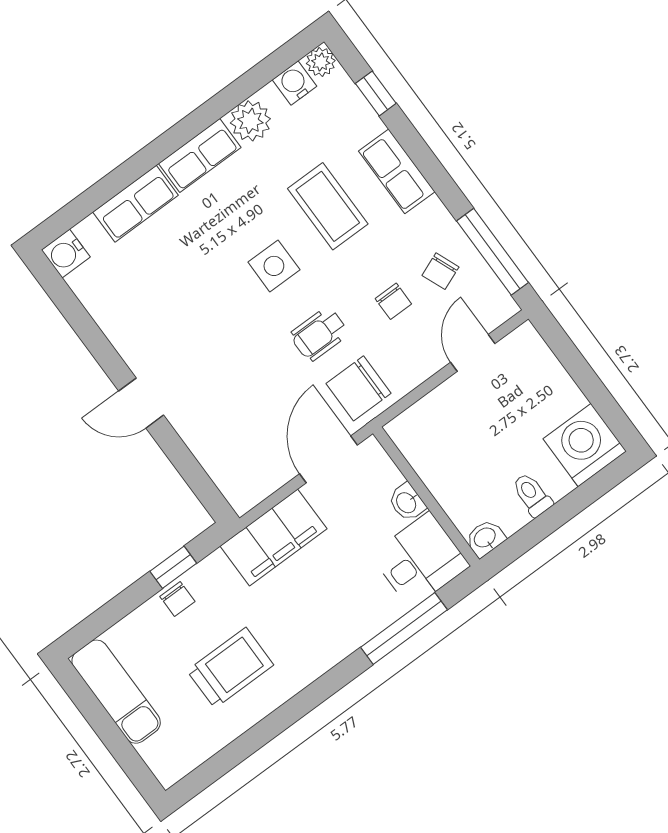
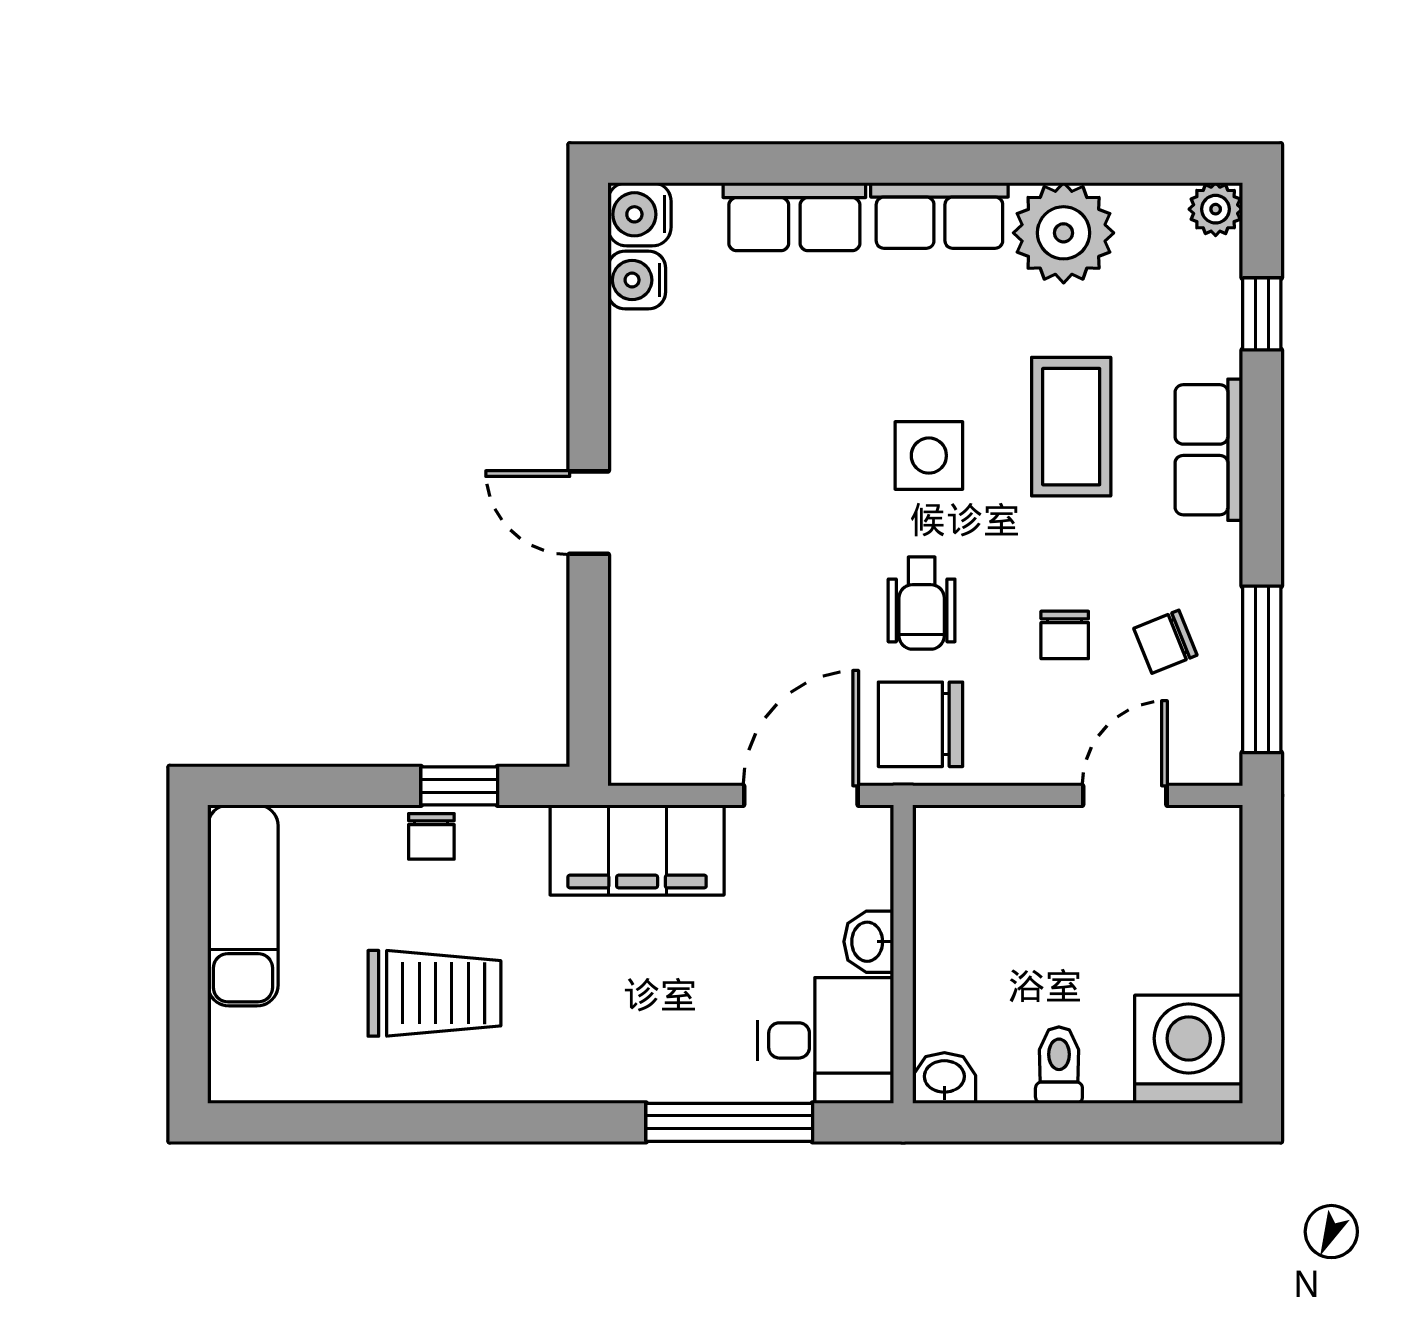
water cooler: (295, 83) -> (637, 280), moved, turned -90
plant: (250, 121) -> (1064, 233), width x1.36, depth x1.36
wheelchair: (319, 334) -> (922, 603), turned -90

